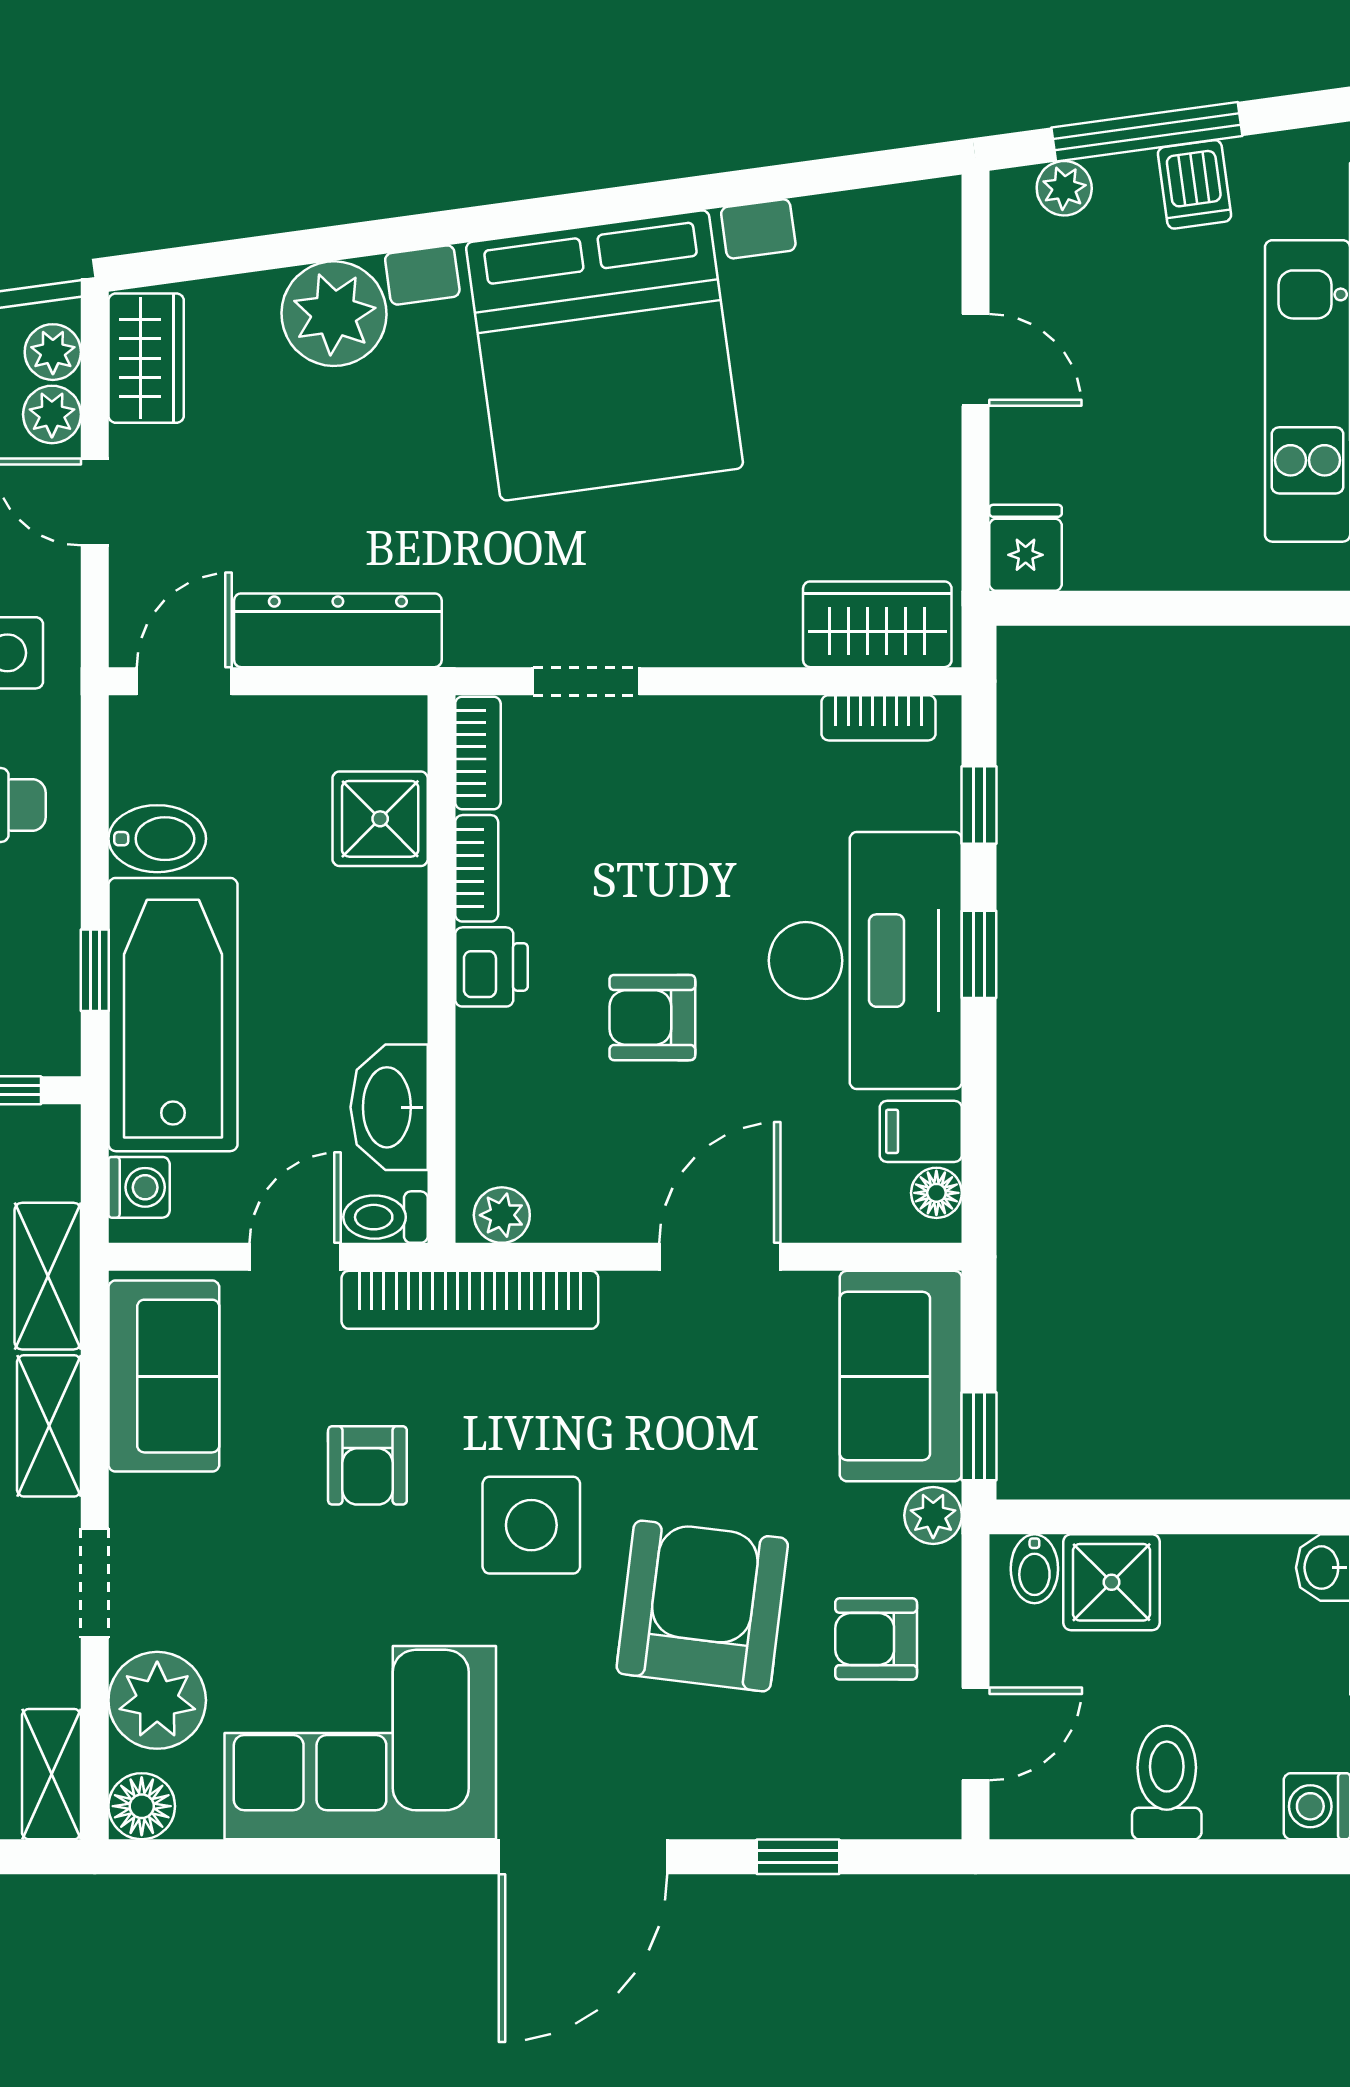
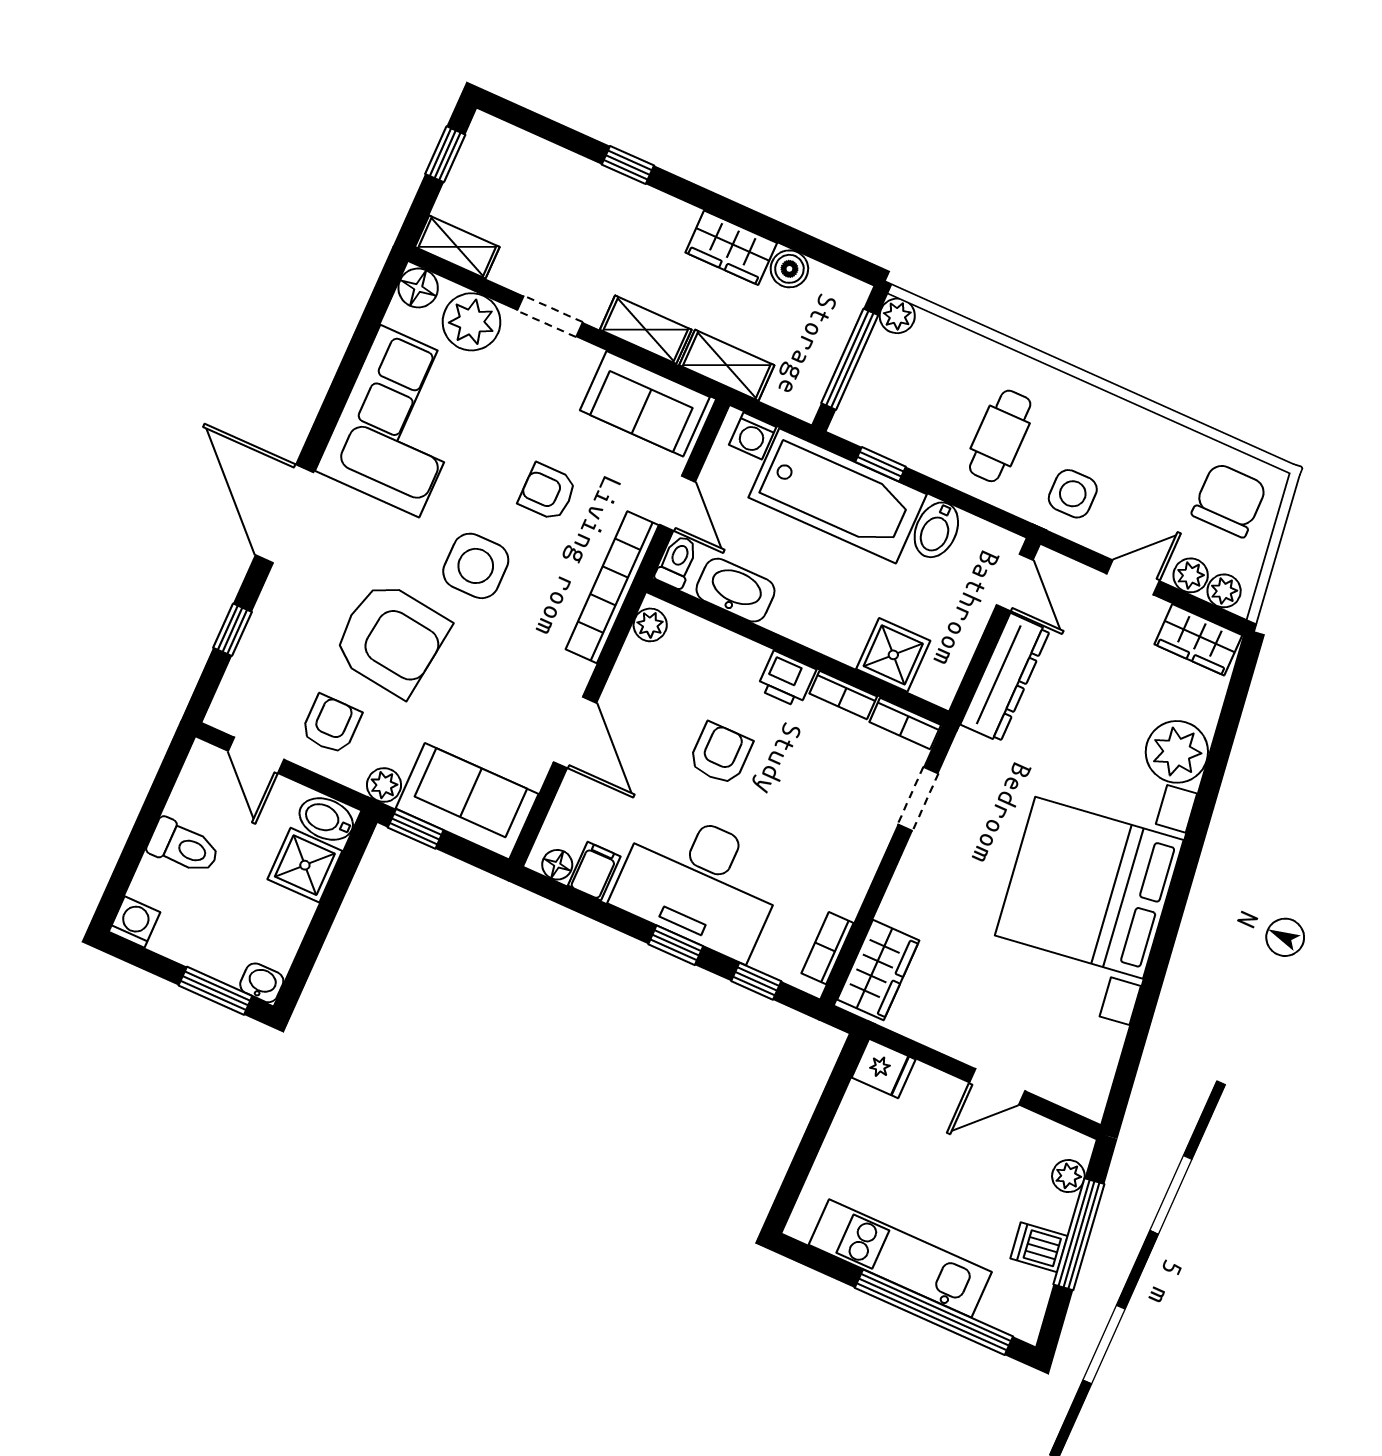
bidet: (1034, 1569) -> (326, 819), width x1.38, depth x1.36

